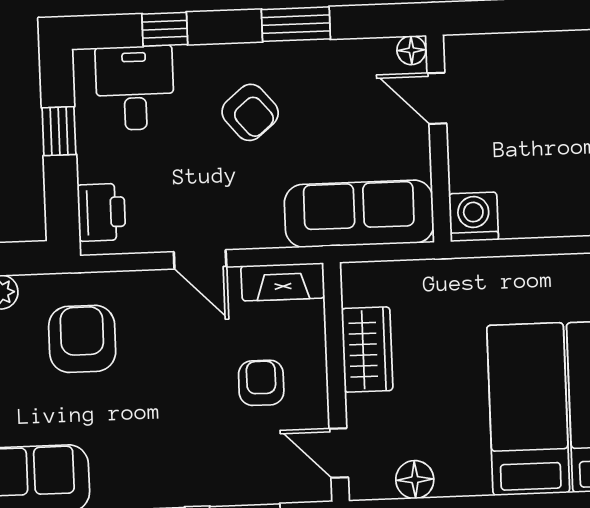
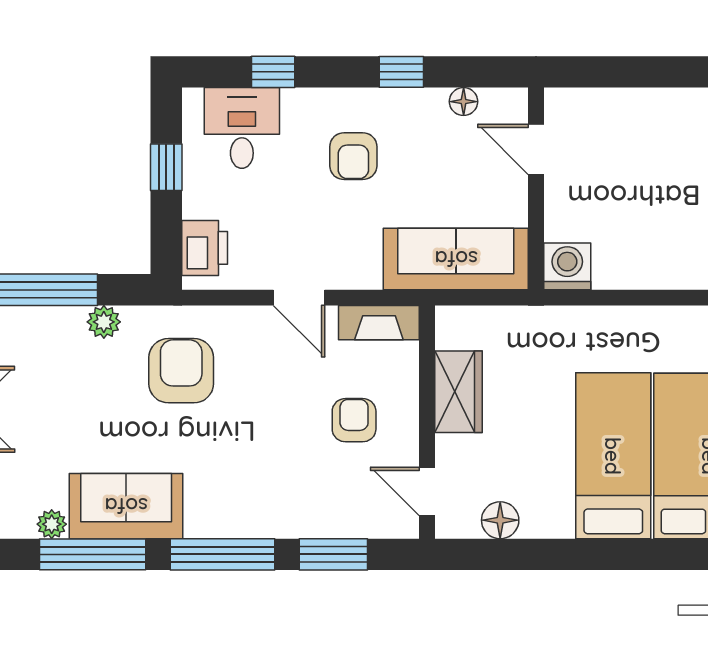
window: (296, 24) -> (401, 72), width x0.67
floor lamp: (411, 50) -> (464, 102), moved
armchair: (250, 112) -> (353, 156), turned 40

